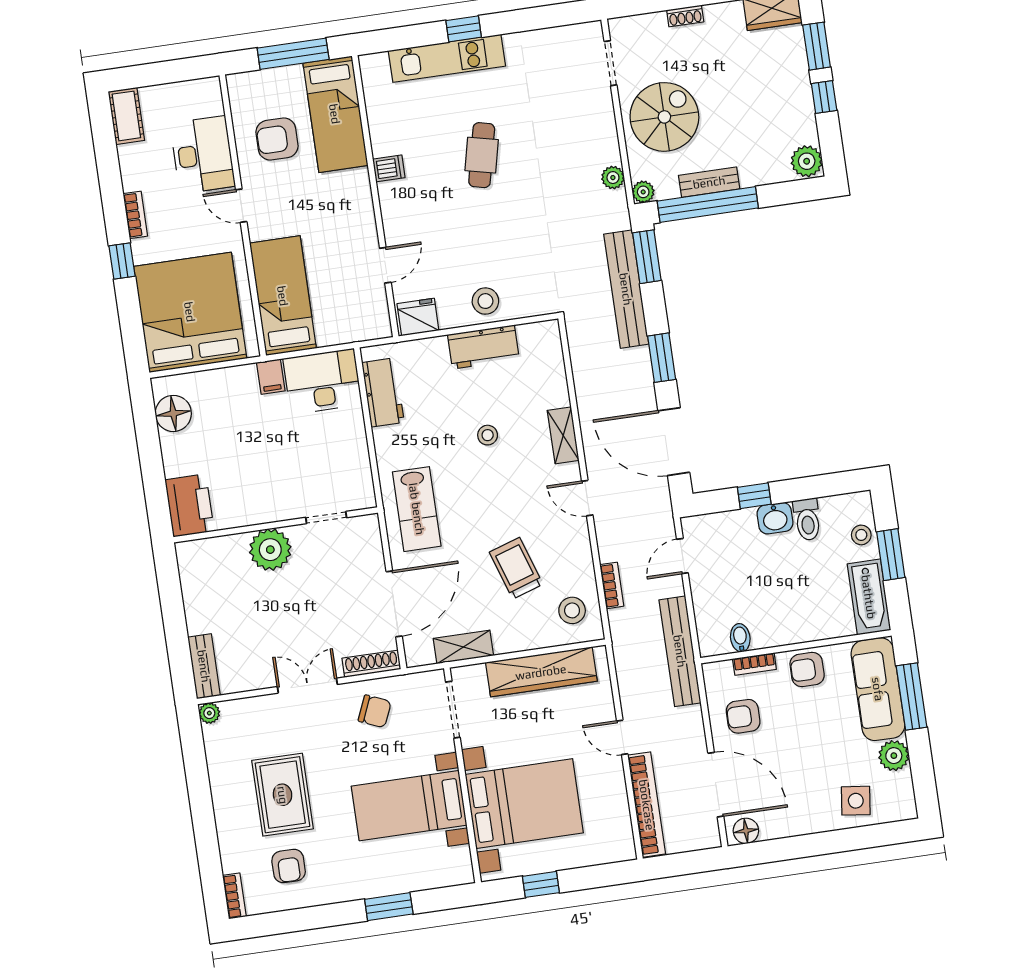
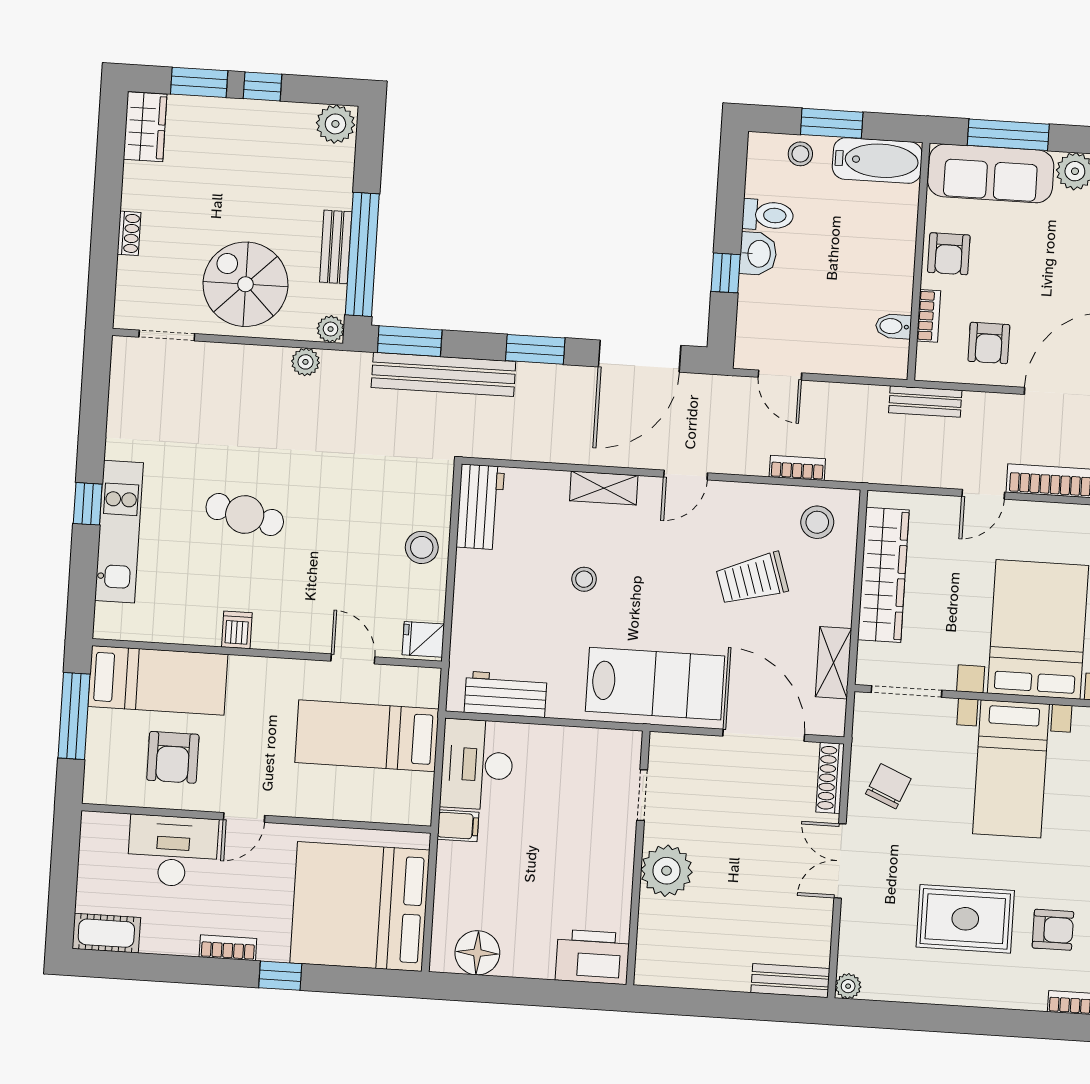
bed: (283, 296) -> (367, 736), moved
fridge: (418, 317) -> (423, 639), width x0.72
workbench: (483, 347) -> (480, 507), moved
lab bench: (417, 509) -> (655, 684), width x1.36, depth x1.39
bench: (680, 651) -> (925, 401), width x0.54, depth x0.82

